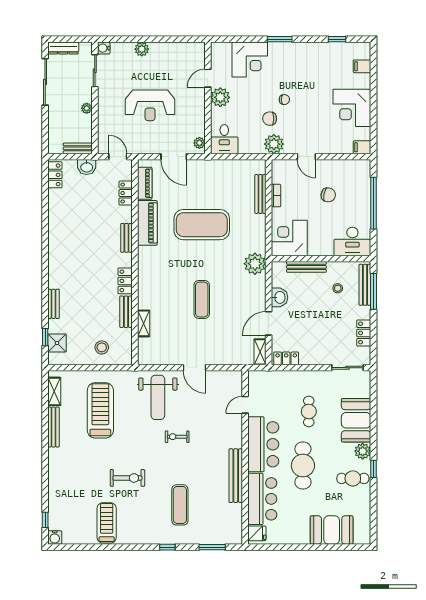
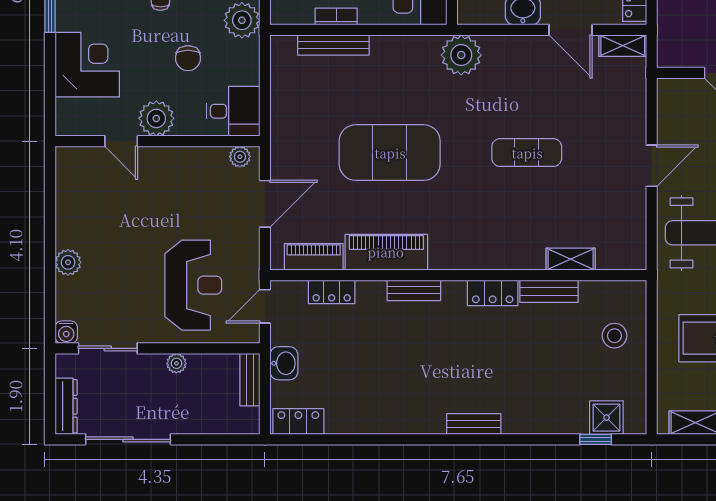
reception desk: (150, 105) -> (193, 285), moved
chair: (270, 119) -> (188, 58), moved
exercise mat: (202, 225) -> (390, 153), turned 90
bench: (53, 304) -> (474, 424), moved

